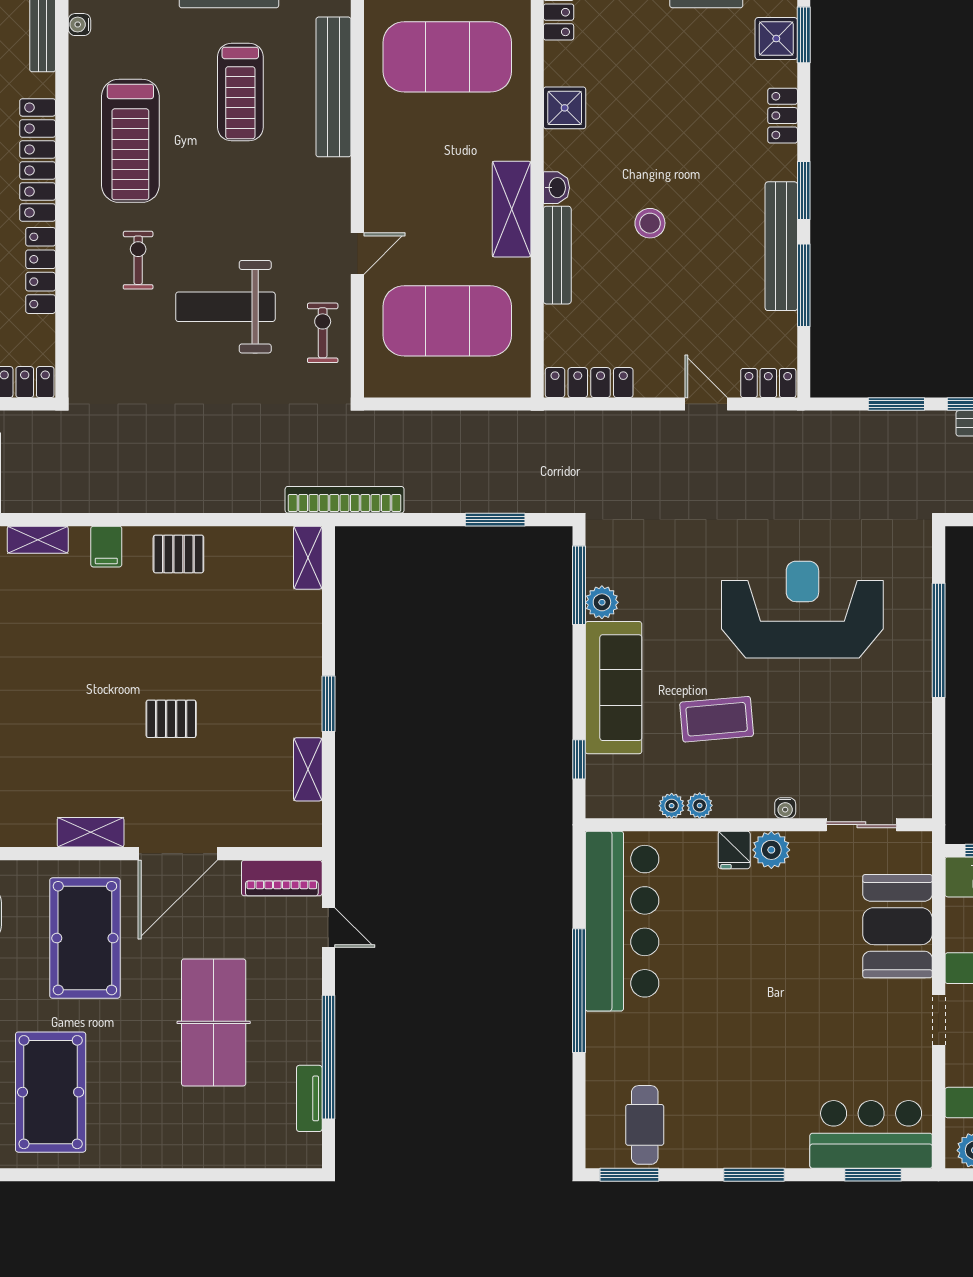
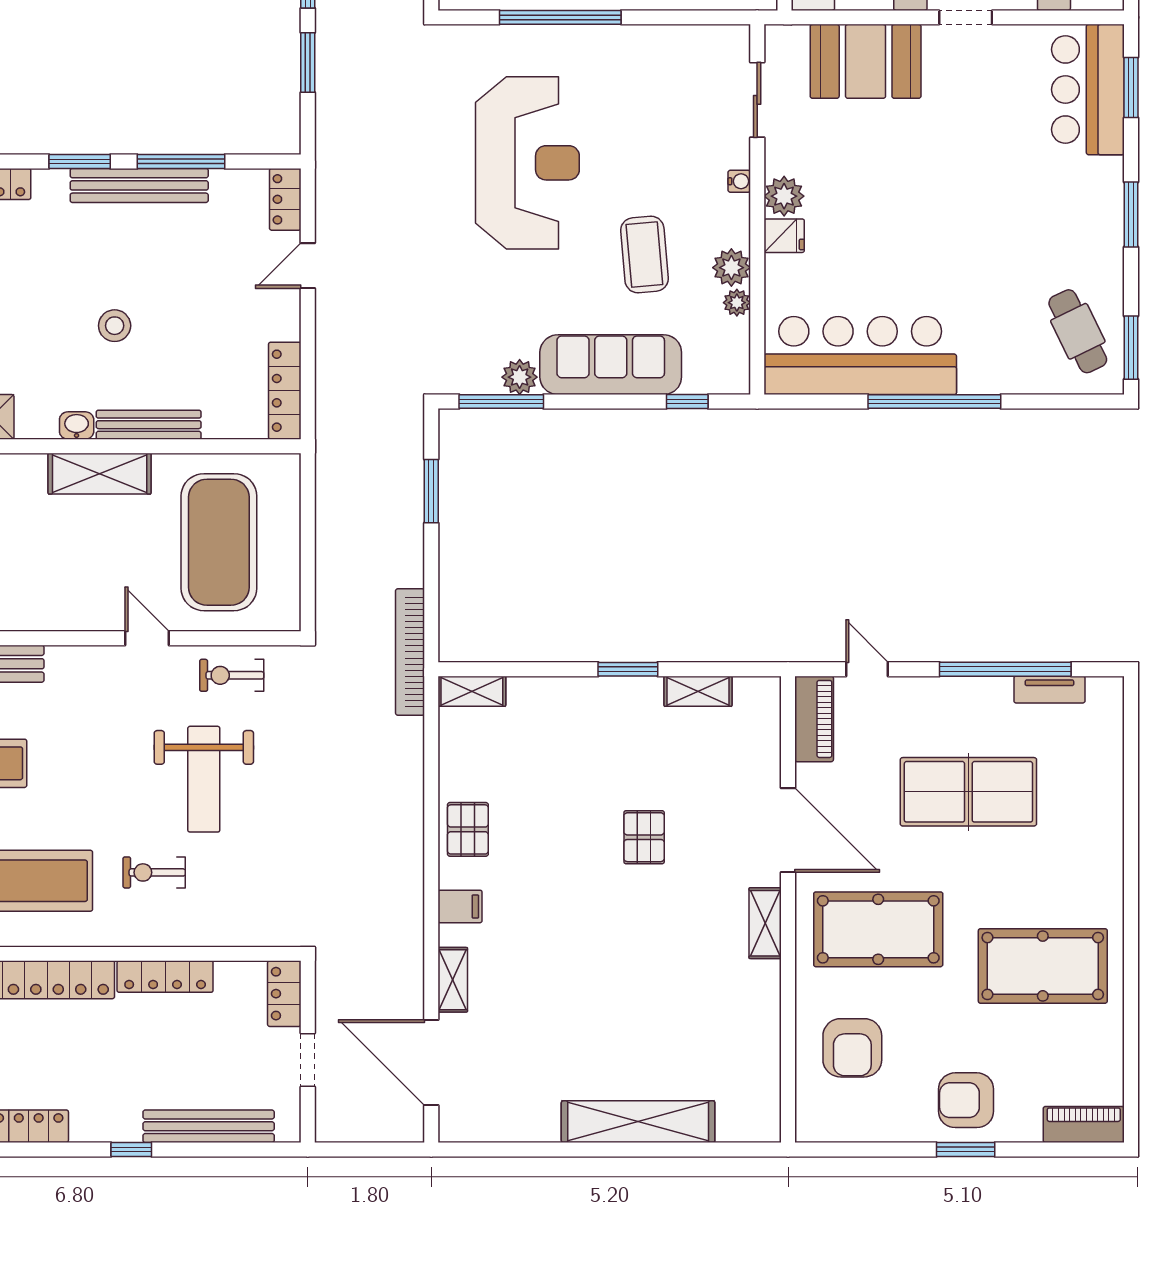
reception desk: (802, 610) -> (527, 163), turned 180
plant: (700, 805) -> (731, 268), width x1.38, depth x1.38
door: (328, 928) -> (867, 669), hinge flipped
cafe table: (645, 1125) -> (1078, 331), turned 64

